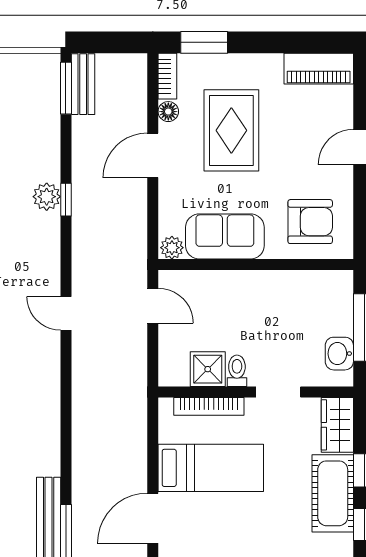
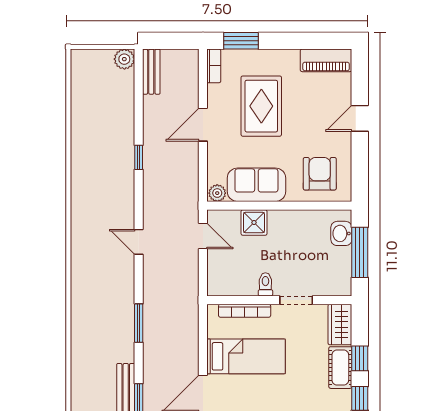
window: (66, 88) -> (139, 323), moved
floor lamp: (168, 112) -> (214, 92), removed
plant: (47, 197) -> (124, 59), moved
armchair: (310, 222) -> (320, 174), turned -90
washbasin: (339, 354) -> (341, 233), moved
shower: (208, 369) -> (254, 223), moved
cot: (333, 493) -> (340, 368), width x0.73, depth x0.75

